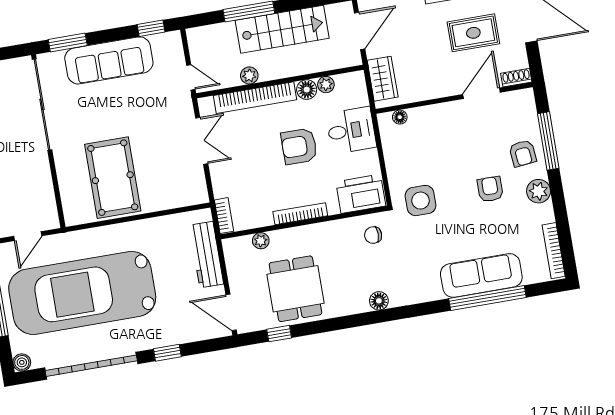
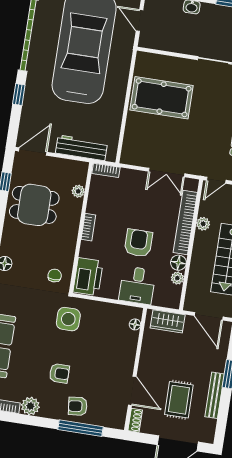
plant: (539, 191) -> (30, 406), moved
bookcase: (300, 214) -> (88, 227), width x0.64

